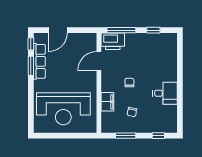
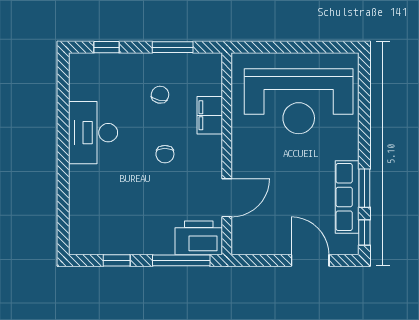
door: (58, 30) -> (310, 260), hinge flipped
desk: (165, 93) -> (93, 133), width x1.37
reception desk: (63, 109) -> (299, 101), turned 180

